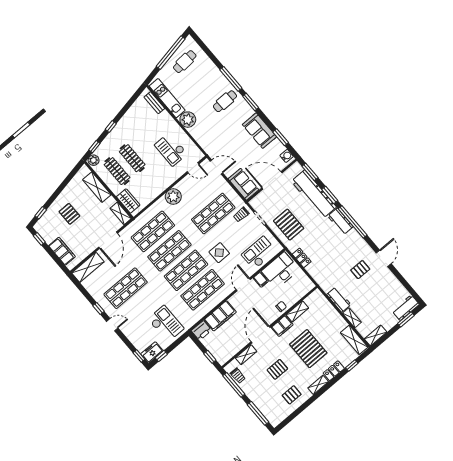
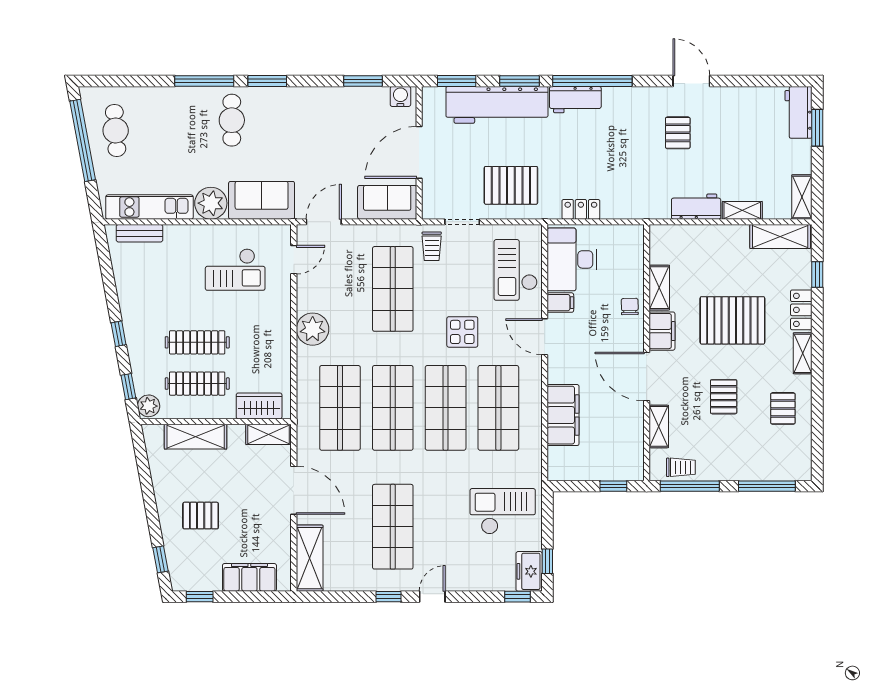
sofa: (259, 131) -> (262, 200), moved, turned 180
printer: (201, 330) -> (561, 464), removed

